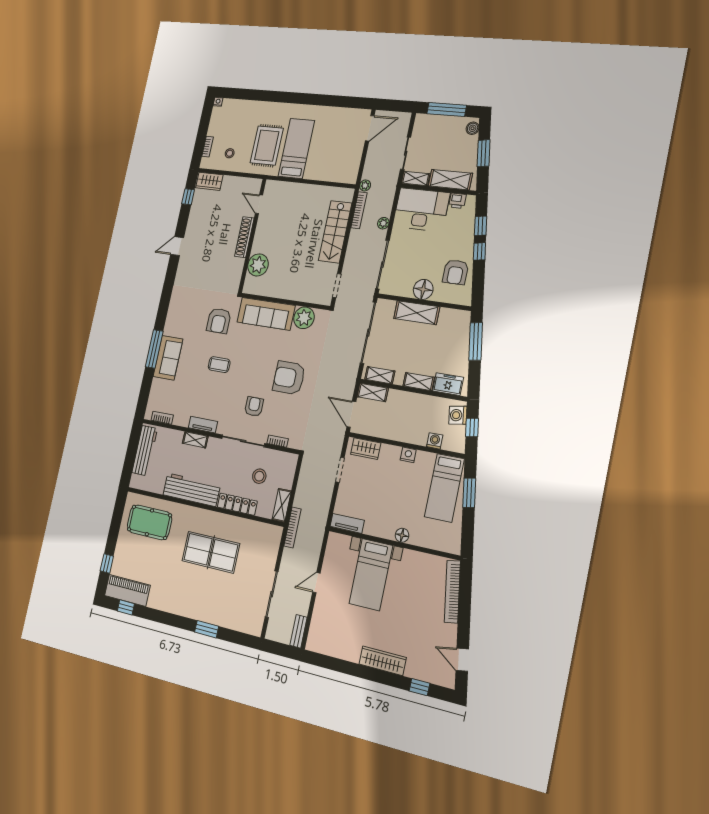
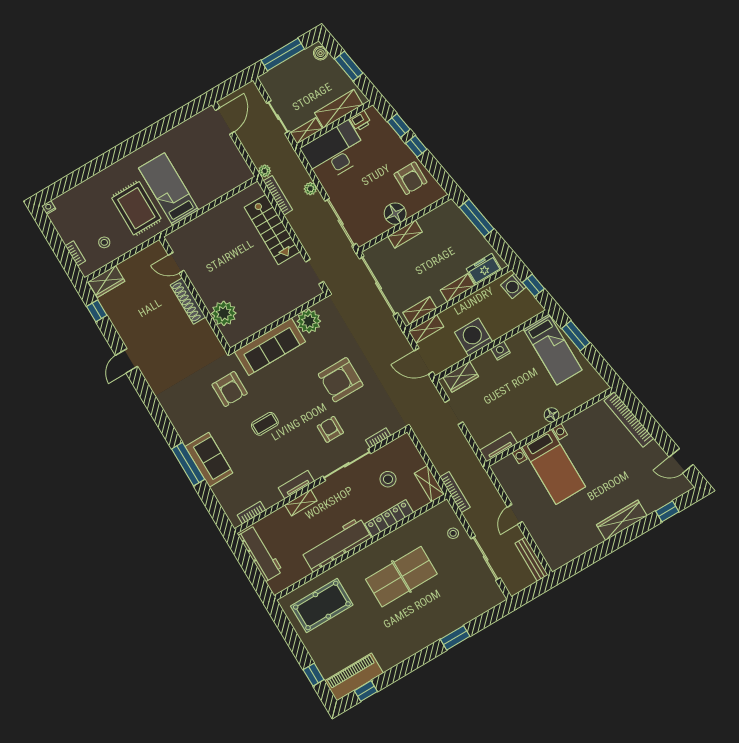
shelving: (417, 313) -> (405, 234), width x0.67, depth x0.75
washing machine: (435, 441) -> (473, 337), moved, width x1.89, depth x1.89
stool: (267, 555) -> (453, 533), added
bench: (299, 631) -> (531, 559), width x1.36

